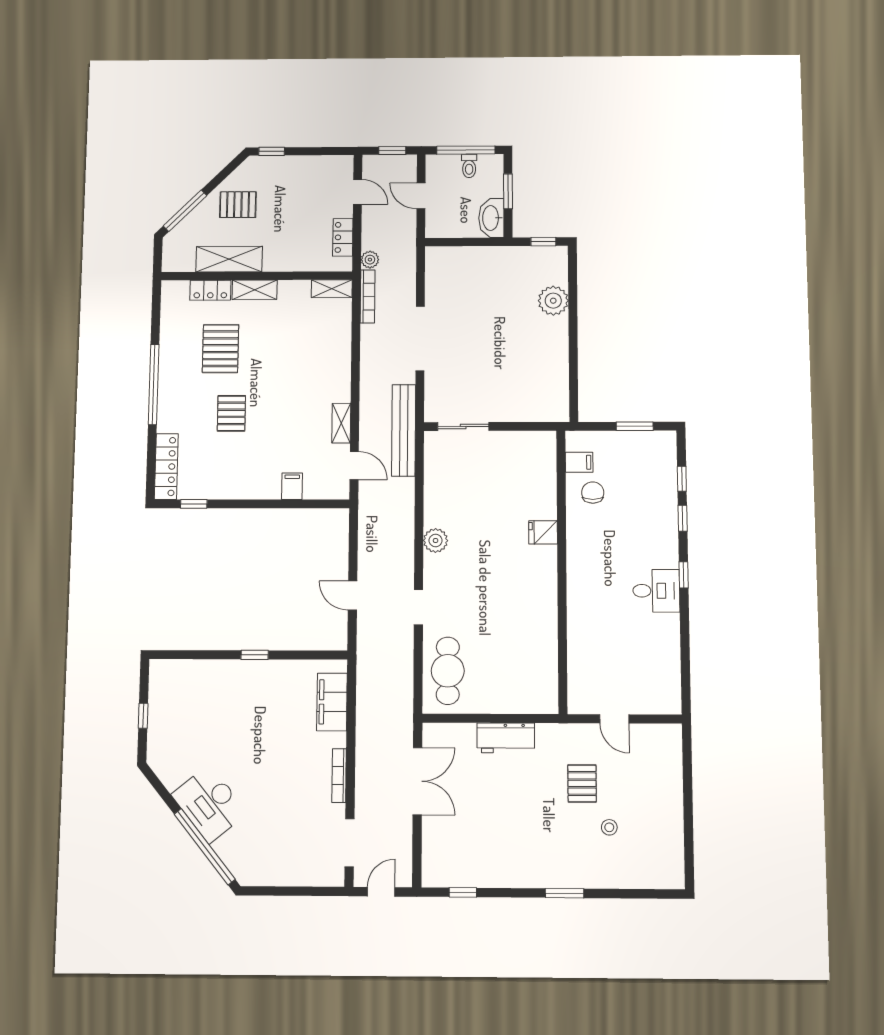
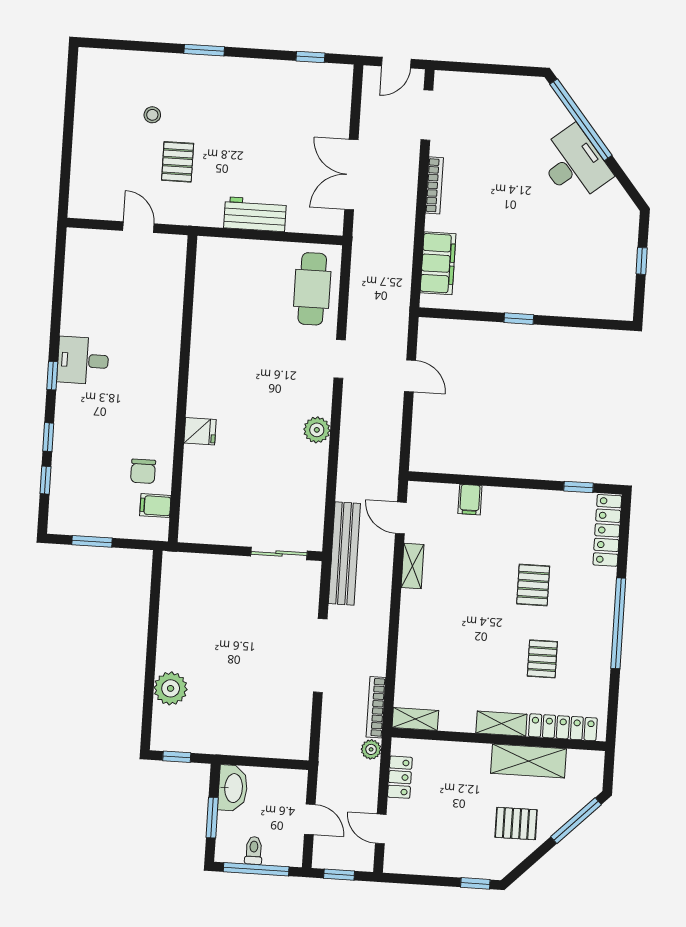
locker: (210, 290) -> (563, 727), width x1.53
pallet: (220, 349) -> (542, 659), width x0.67, depth x0.71

